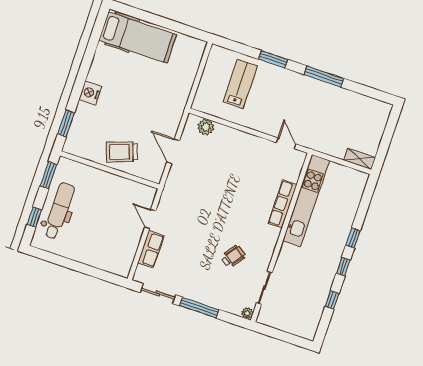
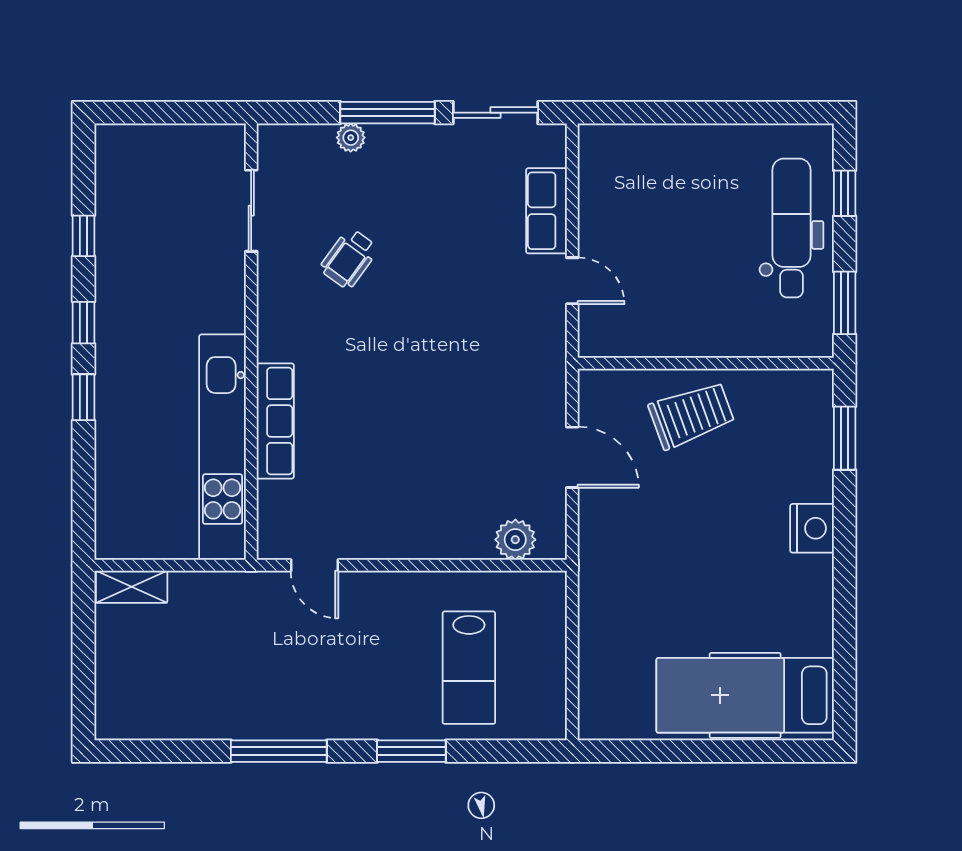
dental chair: (59, 211) -> (792, 228), turned 180
plant: (247, 313) -> (351, 138), moved

